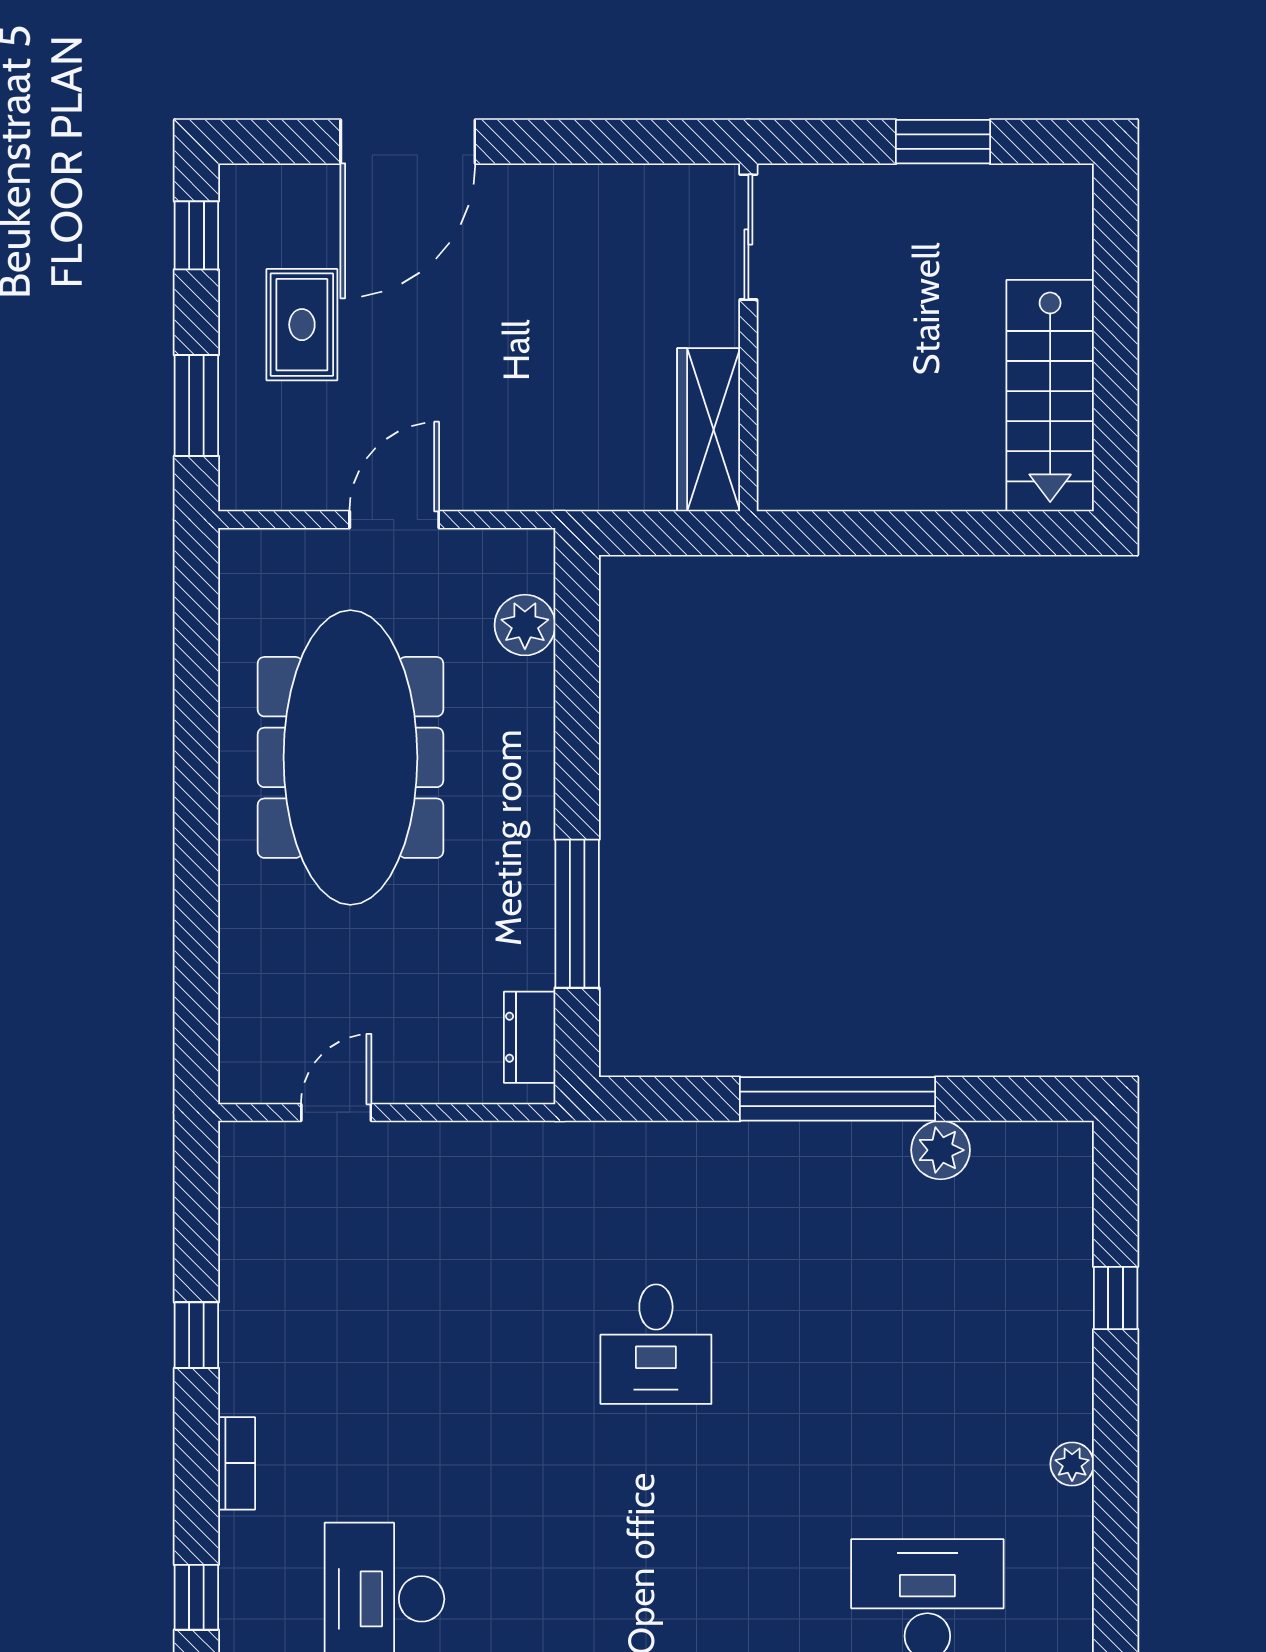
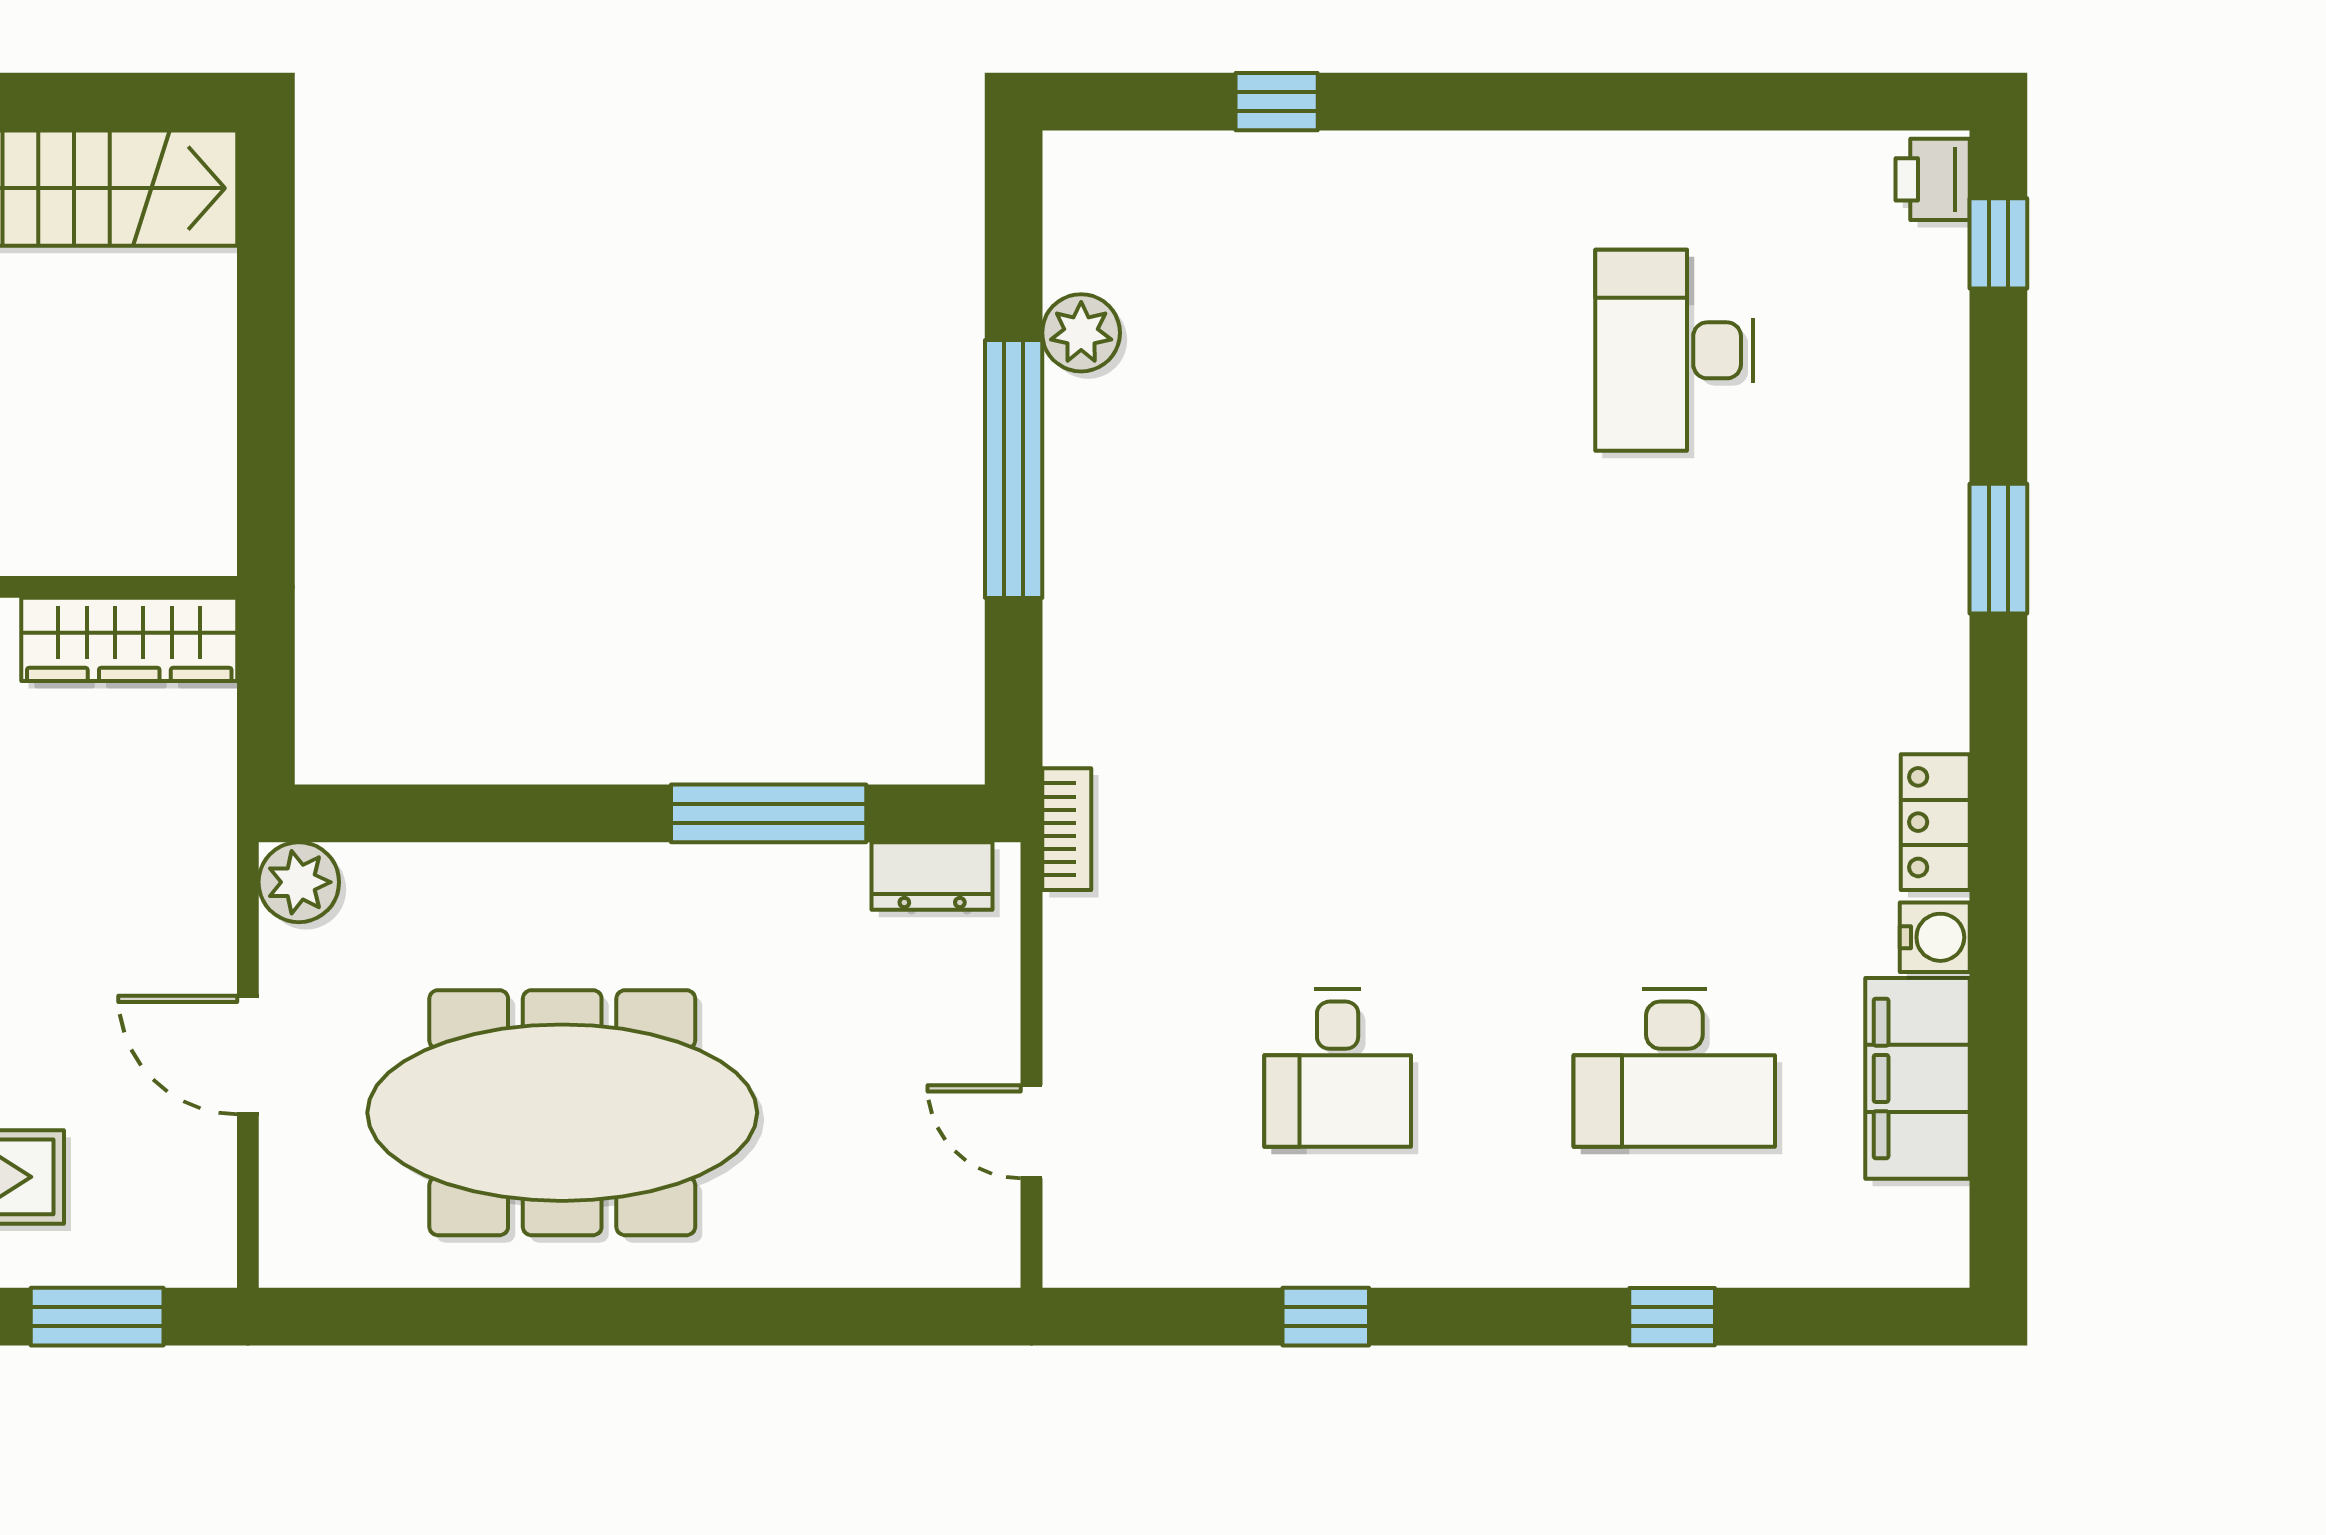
plant: (525, 625) -> (299, 882), moved
desk: (656, 1344) -> (1338, 1068), moved, turned 90
bookcase: (237, 1463) -> (1067, 829), moved, turned 90
plant: (1072, 1464) -> (1496, 159), removed

